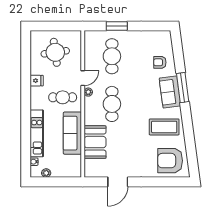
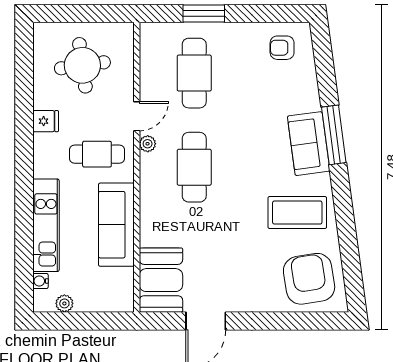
armchair: (160, 62) -> (282, 48), moved
booth: (95, 142) -> (161, 280), moved
armchair: (170, 161) -> (309, 279), turned 81

